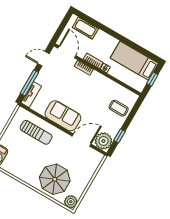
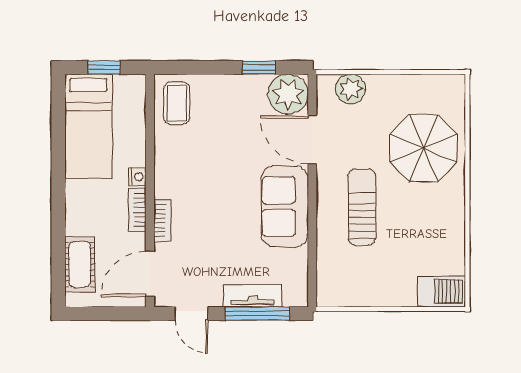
tv unit: (31, 95) -> (253, 296), moved
coffee table: (119, 108) -> (177, 103), moved
sun lounger: (36, 132) -> (362, 207), moved
plant: (71, 202) -> (351, 89), moved

